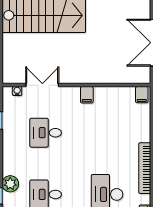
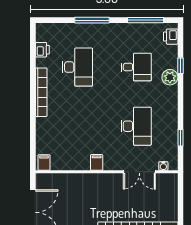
desk: (46, 133) -> (136, 126), width x1.37

